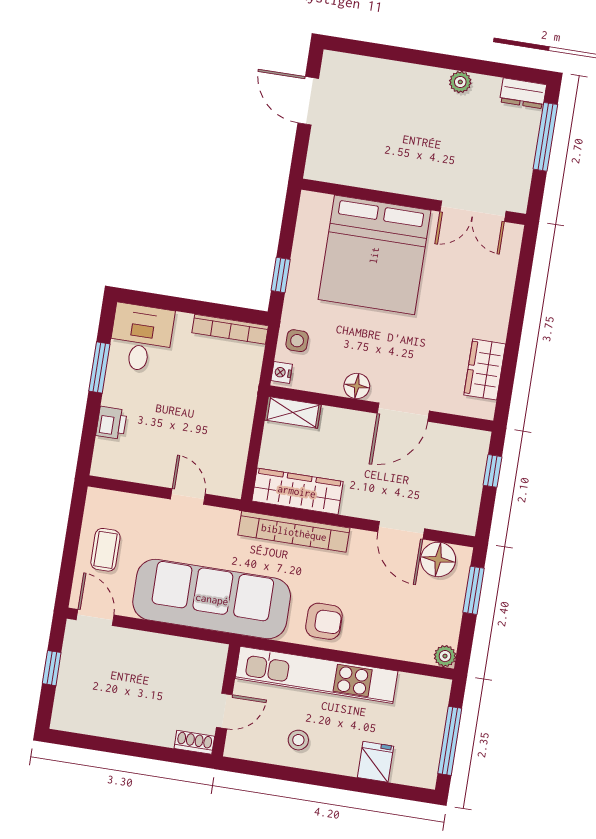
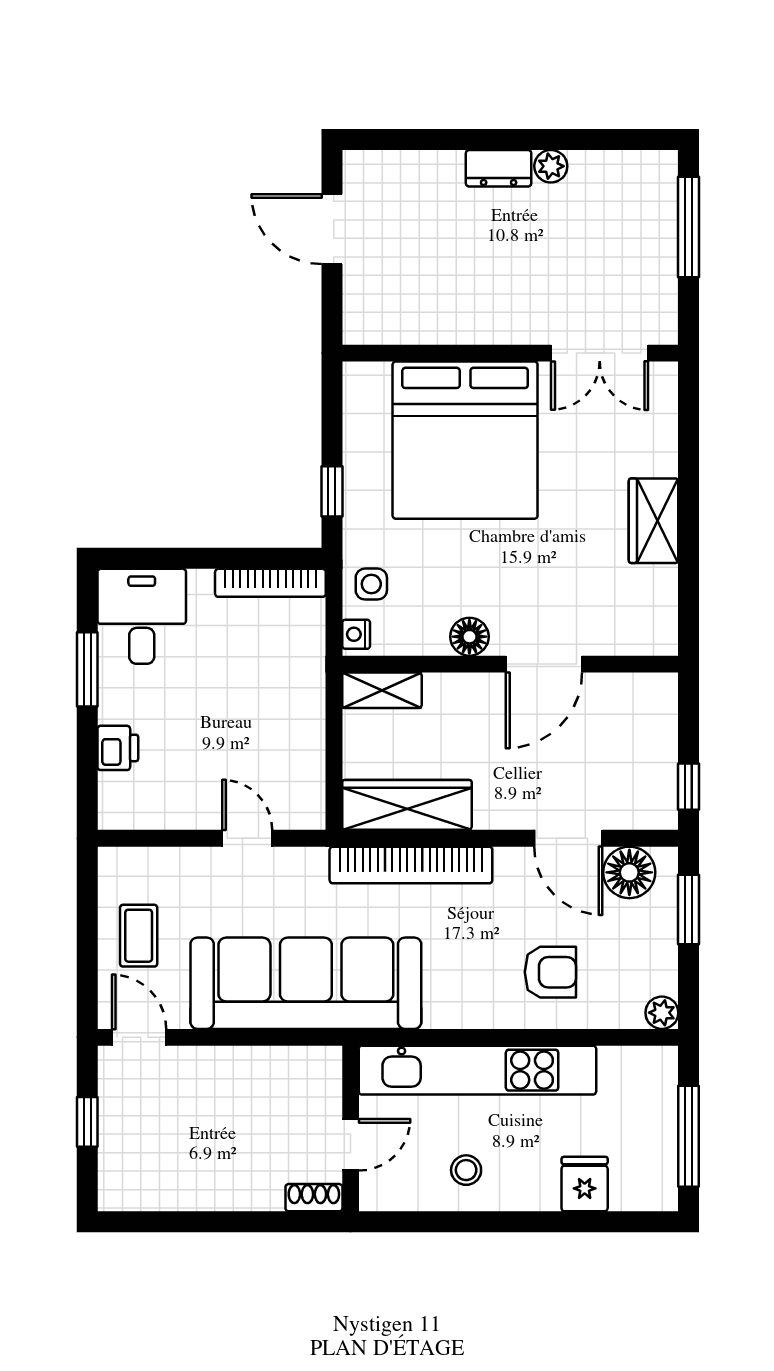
dresser: (523, 93) -> (499, 168), moved
wardrobe: (485, 369) -> (654, 521), moved
window: (492, 471) -> (689, 787), moved
armchair: (324, 621) -> (550, 972), moved

